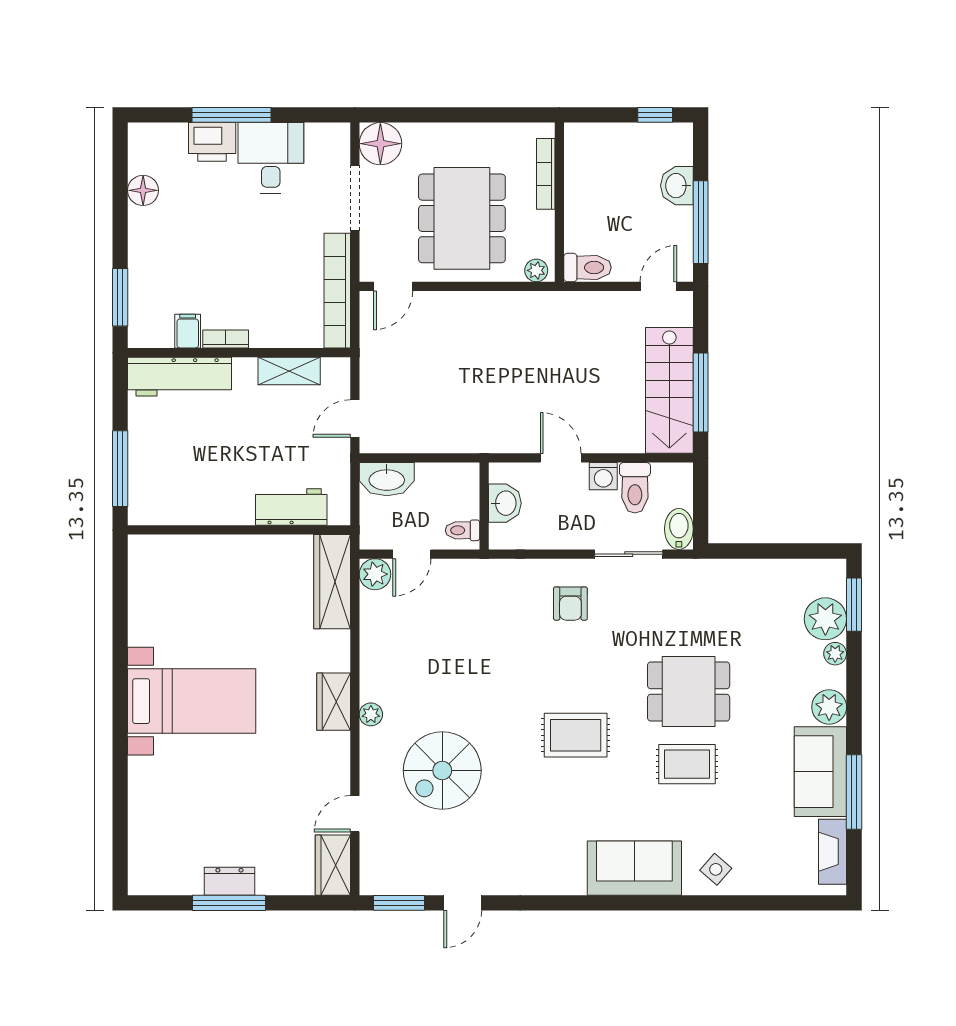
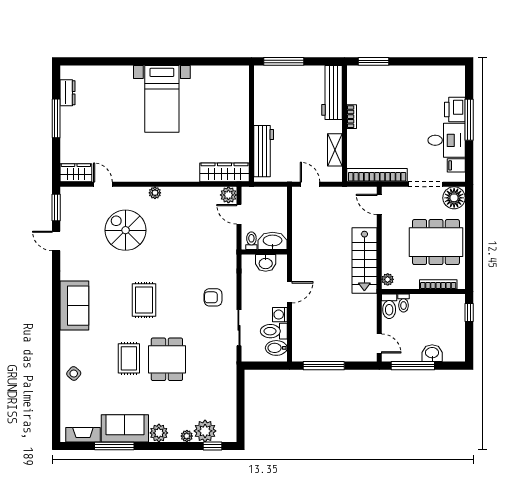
window: (655, 115) -> (469, 313), moved
floor lamp: (143, 190) -> (430, 73), removed
dining table: (462, 218) -> (436, 242), moved
toilet: (581, 240) -> (404, 303), added
filing cabinet: (188, 331) -> (456, 165), moved, turned 180
stairs: (669, 390) -> (364, 261), moved, turned -90
washbasin: (387, 479) -> (273, 241), moved, turned 90
workbench: (291, 507) -> (264, 151), width x1.37
bidet: (679, 529) -> (276, 348), moved, turned 180
window: (854, 605) -> (213, 446), width x0.67
wardrobe: (334, 702) -> (162, 173), removed
sofa: (634, 868) -> (74, 306), moved
dresser: (229, 881) -> (68, 93), moved

